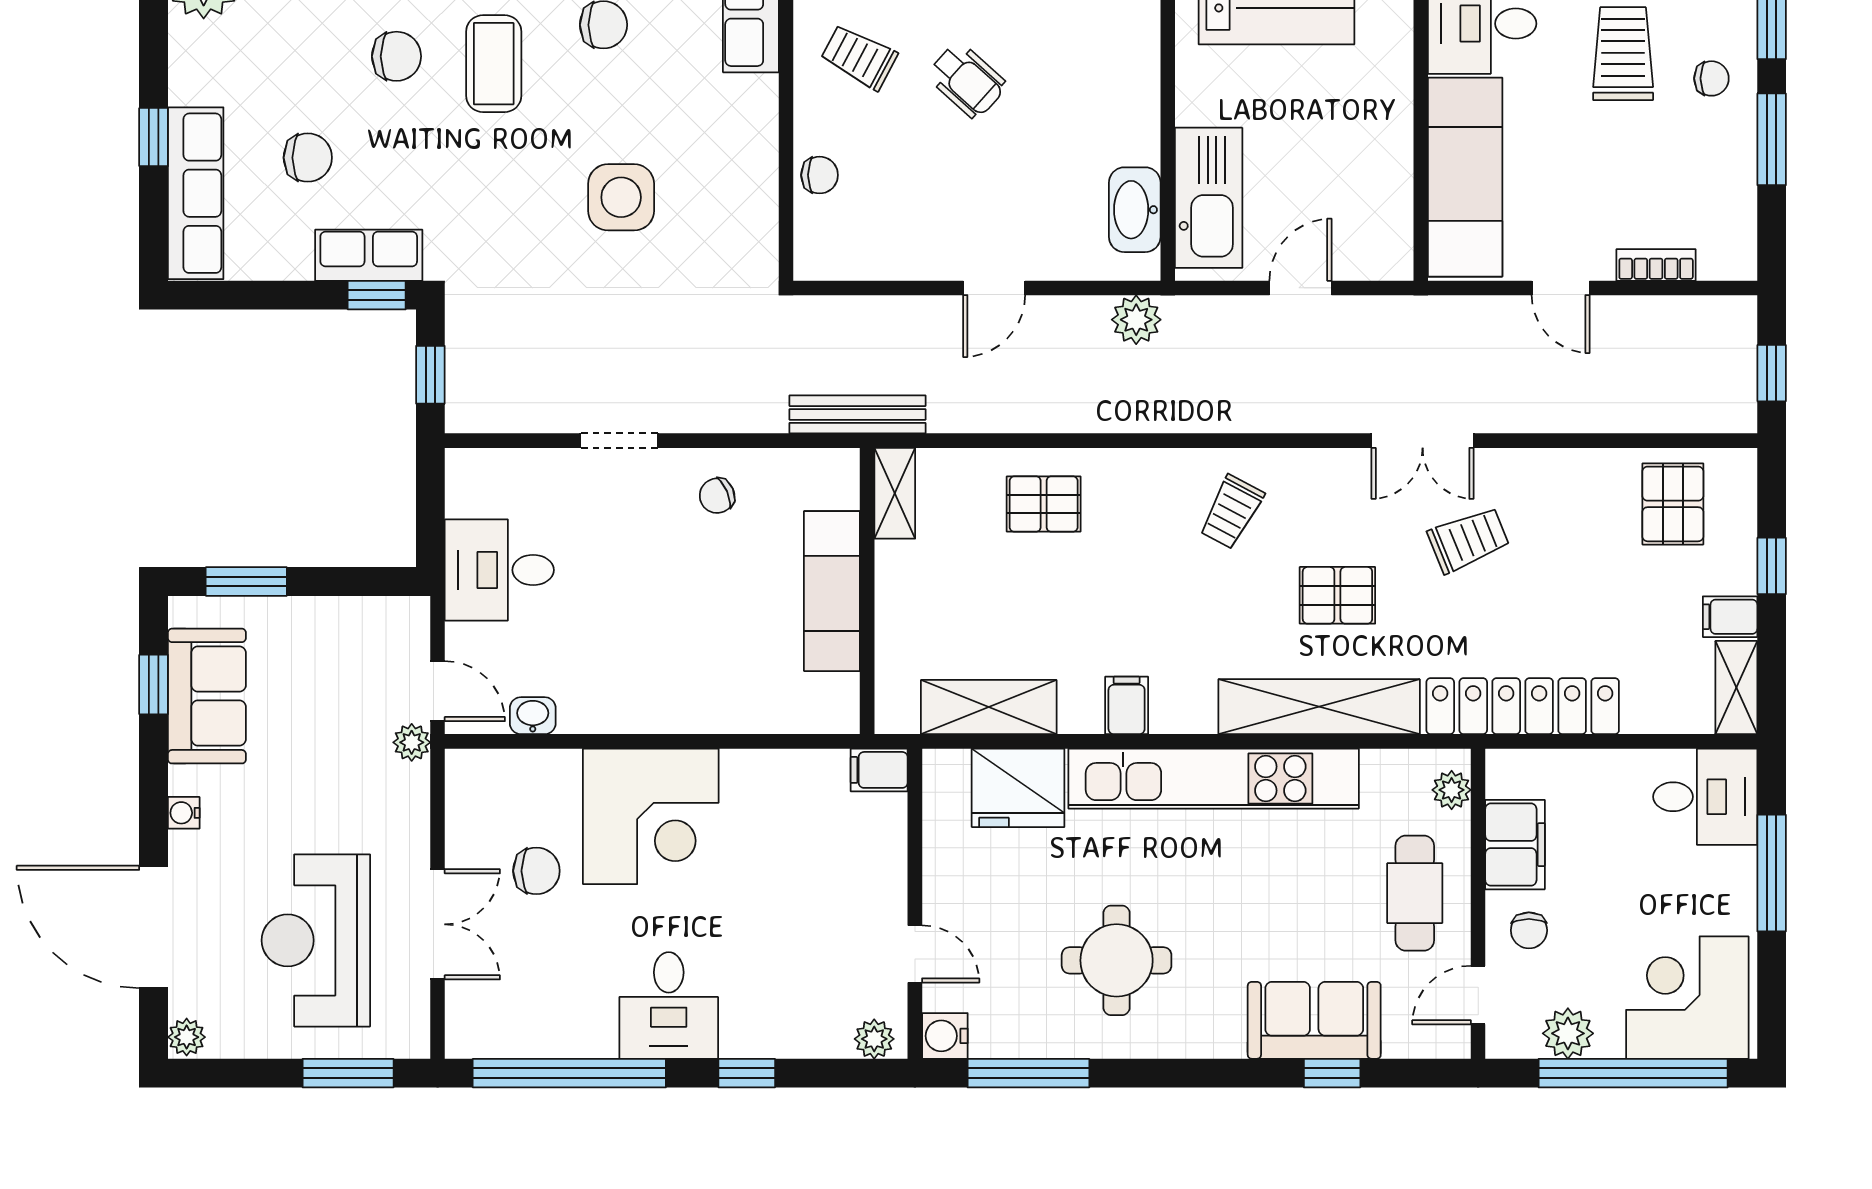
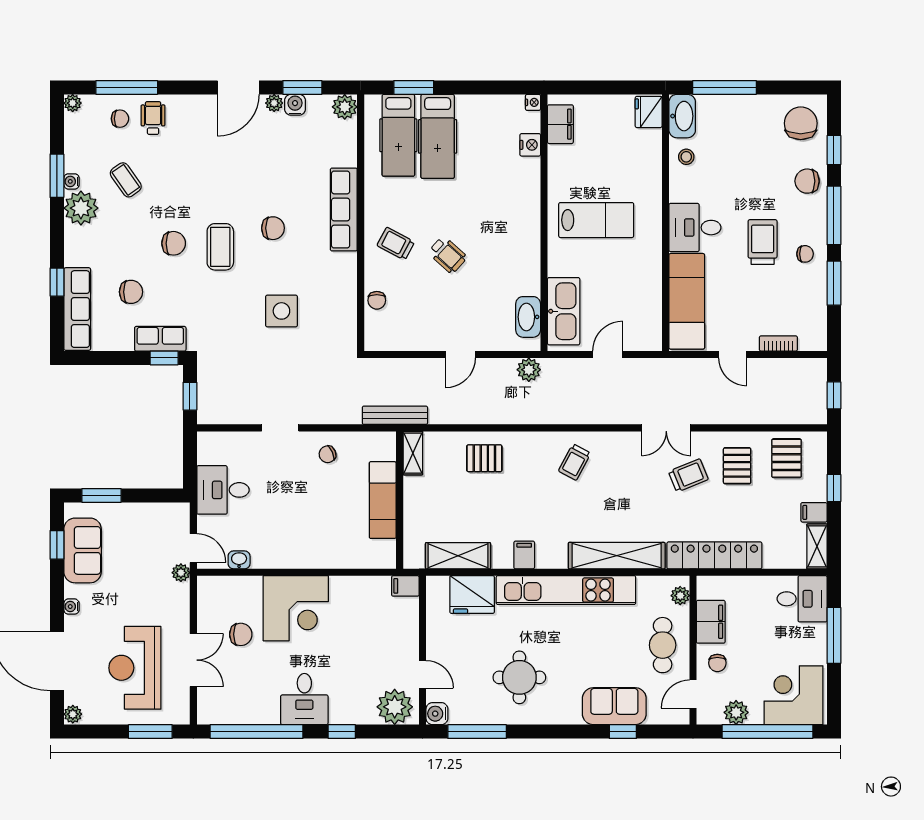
chair: (820, 175) -> (377, 300), turned 90
pallet: (1337, 595) -> (737, 466), moved, turned 90
plant: (874, 1039) -> (395, 707), width x1.88, depth x1.88

